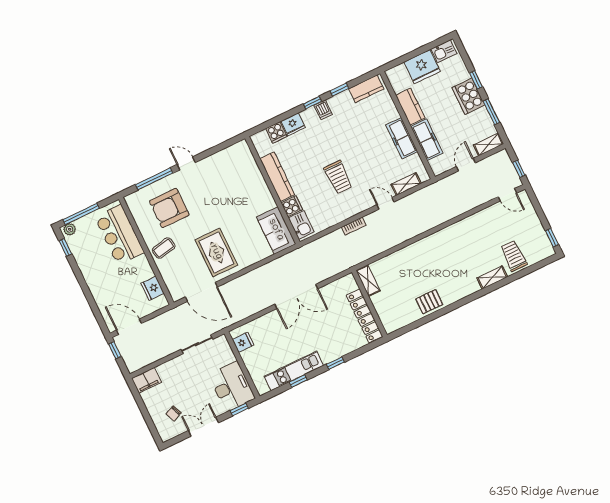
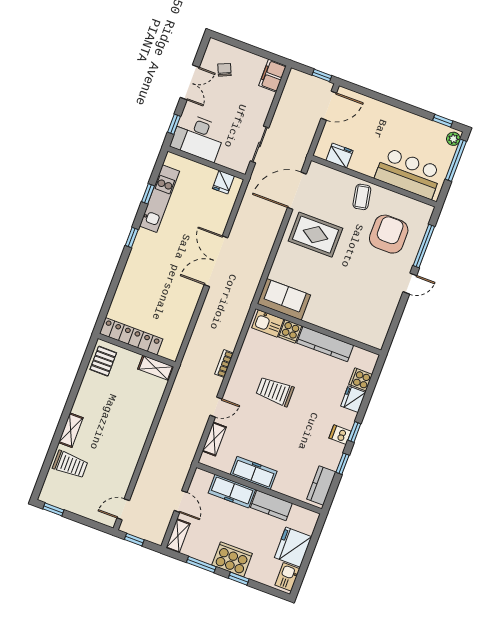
shelving: (368, 281) -> (156, 368), moved
wall: (369, 304) -> (137, 350), moved
locker: (364, 316) -> (131, 336), moved

